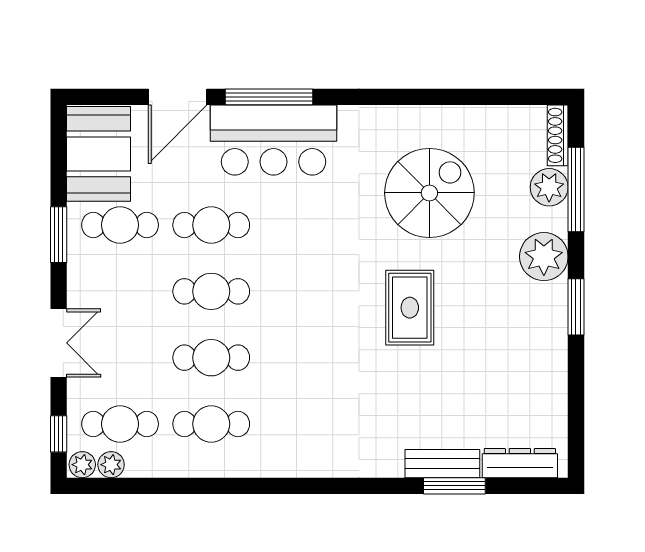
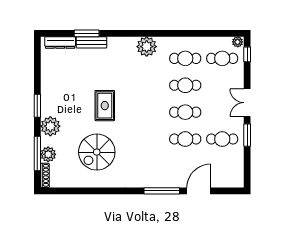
bar counter: (274, 140) -> (160, 173), removed
booth: (98, 154) -> (231, 168), removed
double door: (59, 343) -> (247, 103), moved
plant: (111, 465) -> (147, 47), moved, width x1.88, depth x1.88

